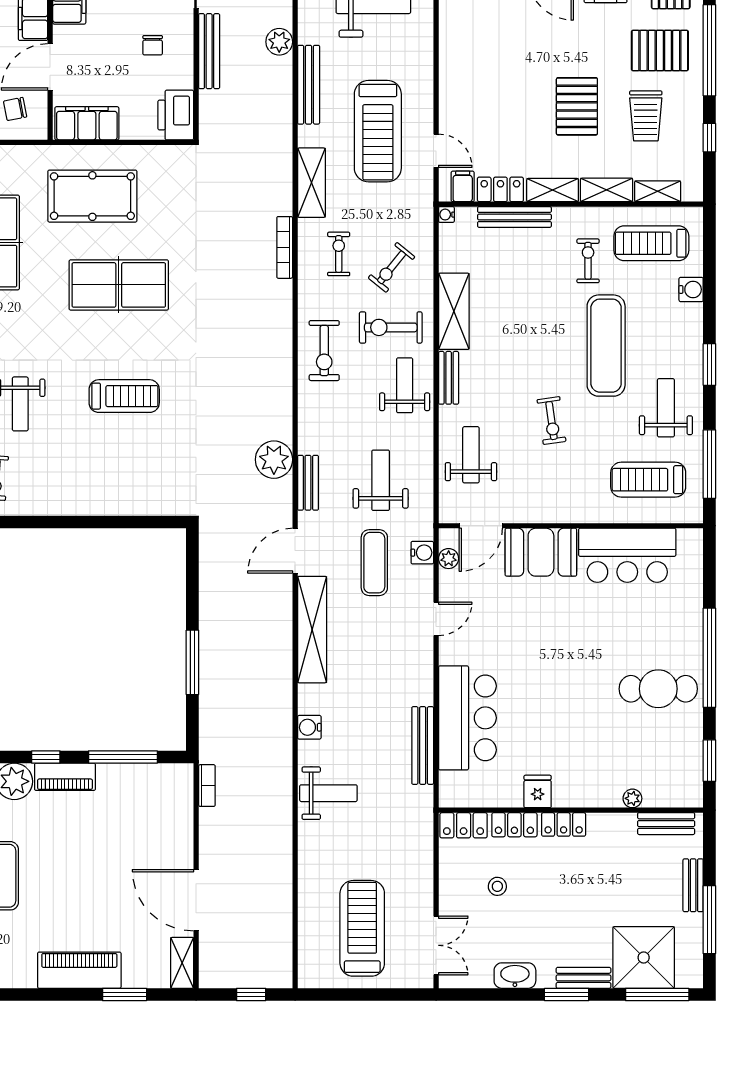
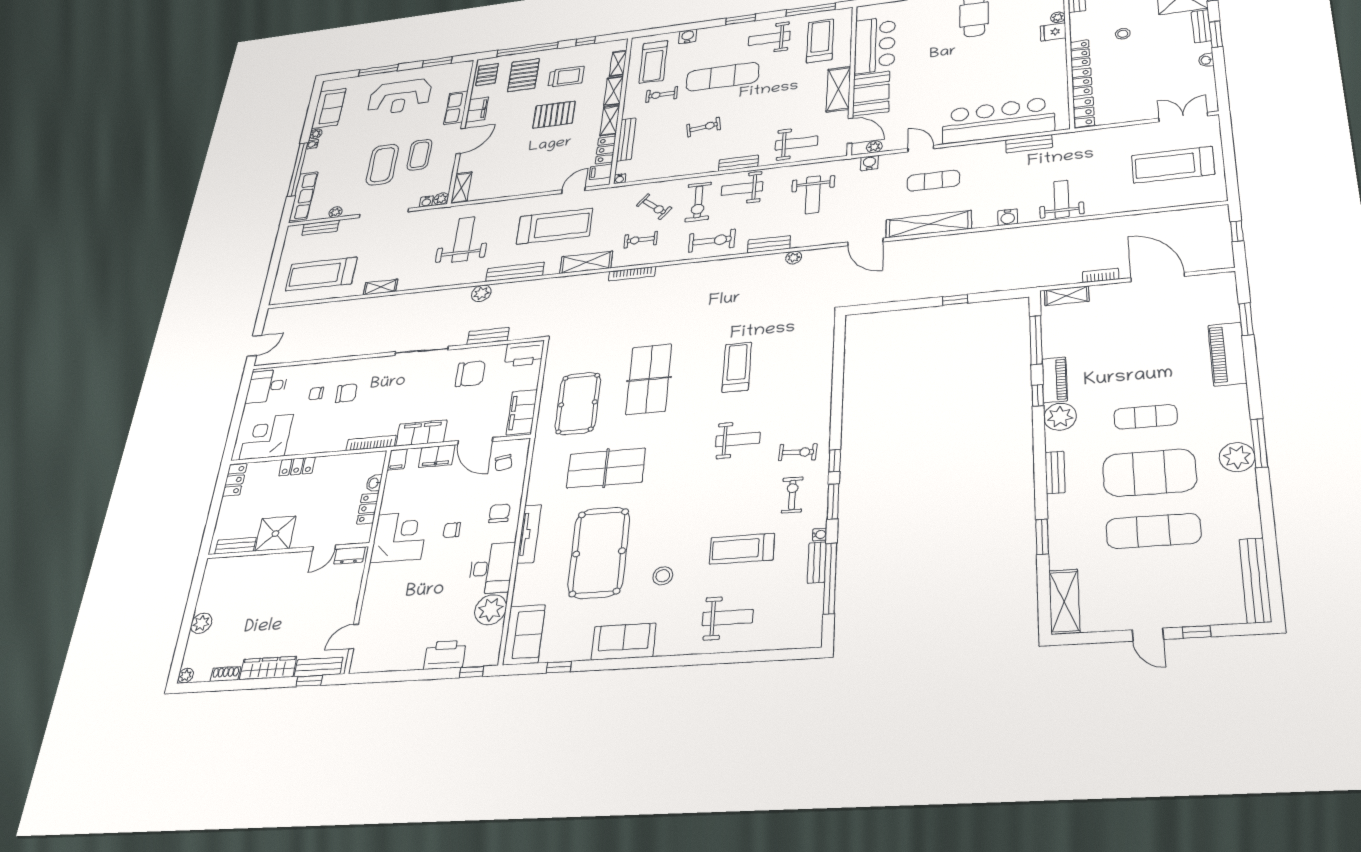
chair: (153, 45) -> (470, 374), width x1.87, depth x1.87
bench: (209, 51) -> (488, 336), width x0.73
shelving: (454, 311) -> (838, 89), moved, turned 90
exercise bike: (551, 421) -> (704, 127), moved
weight bench: (471, 455) -> (797, 143), turned 180
plant: (274, 460) -> (794, 258), width x0.53, depth x0.53
weight bench: (381, 480) -> (813, 195), turned -90
treadmill: (648, 480) -> (820, 41), turned 180
bench: (308, 483) -> (769, 244), moved
exercise mat: (374, 563) -> (933, 181), moved
window: (192, 662) -> (955, 300), width x0.46
bar counter: (467, 718) -> (998, 120), width x1.36
bench: (423, 745) -> (1029, 144), width x0.73
bookcase: (207, 786) -> (1101, 275), moved
fridge: (538, 791) -> (1053, 32), moved
stool: (497, 886) -> (1123, 34), moved
door: (196, 900) -> (1158, 277), swing flipped
shelving: (182, 963) -> (1067, 296), moved
washbasin: (515, 976) -> (1206, 60), width x0.52, depth x0.69

